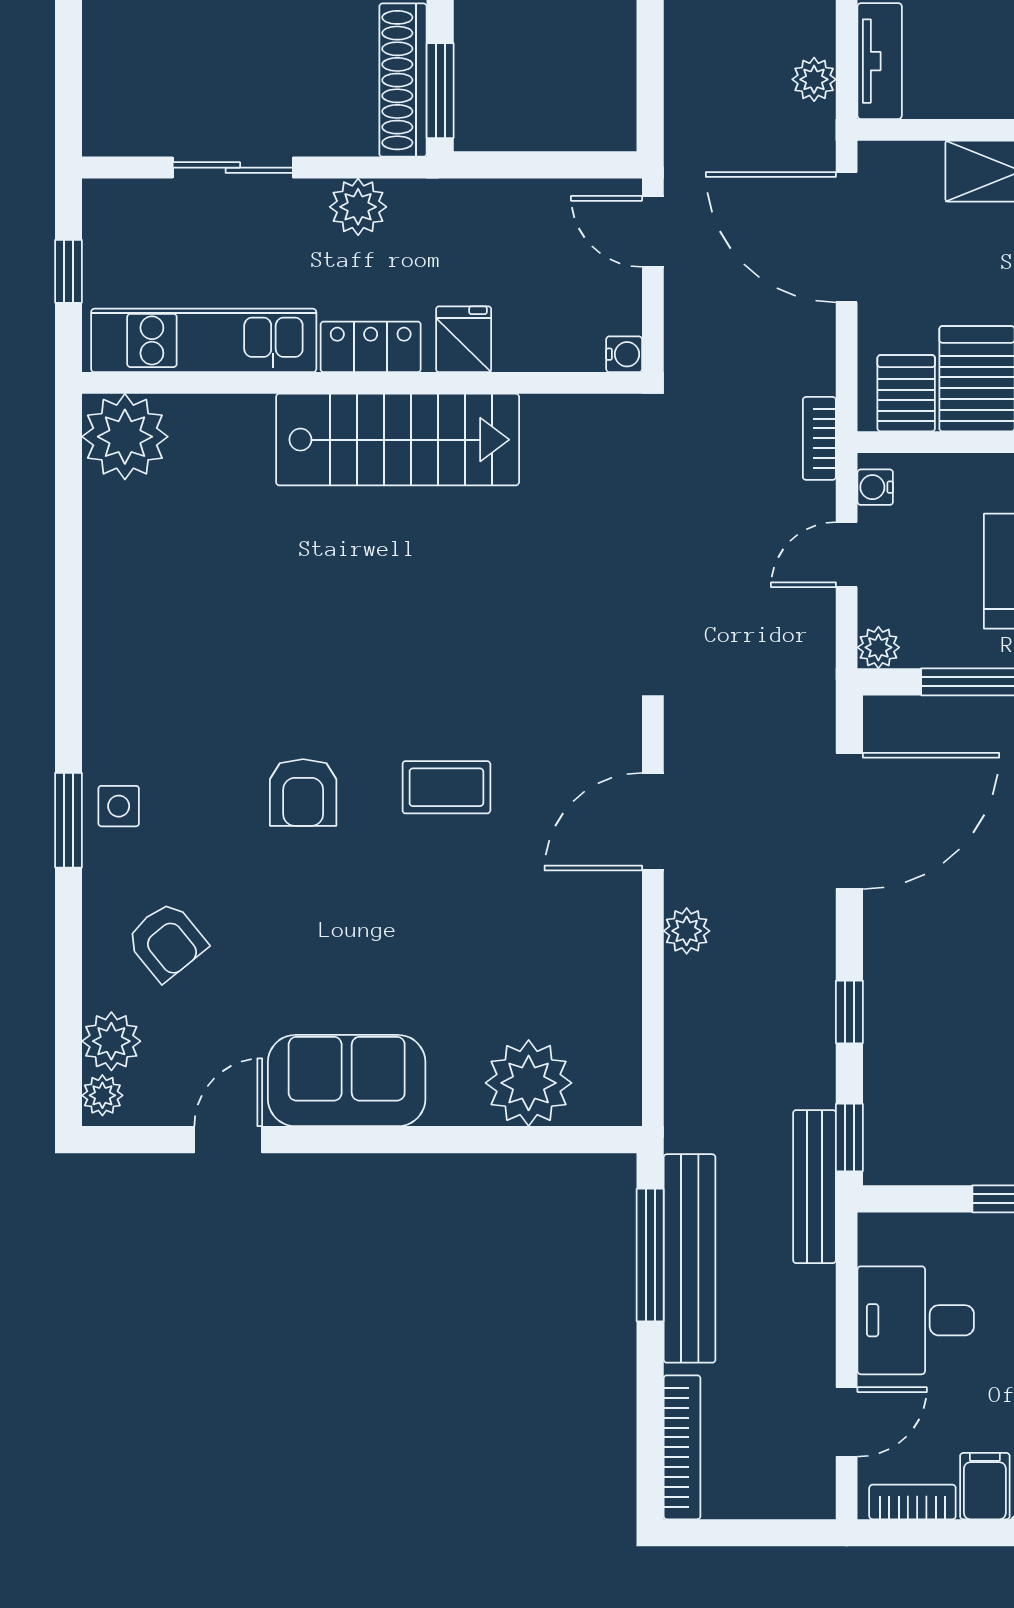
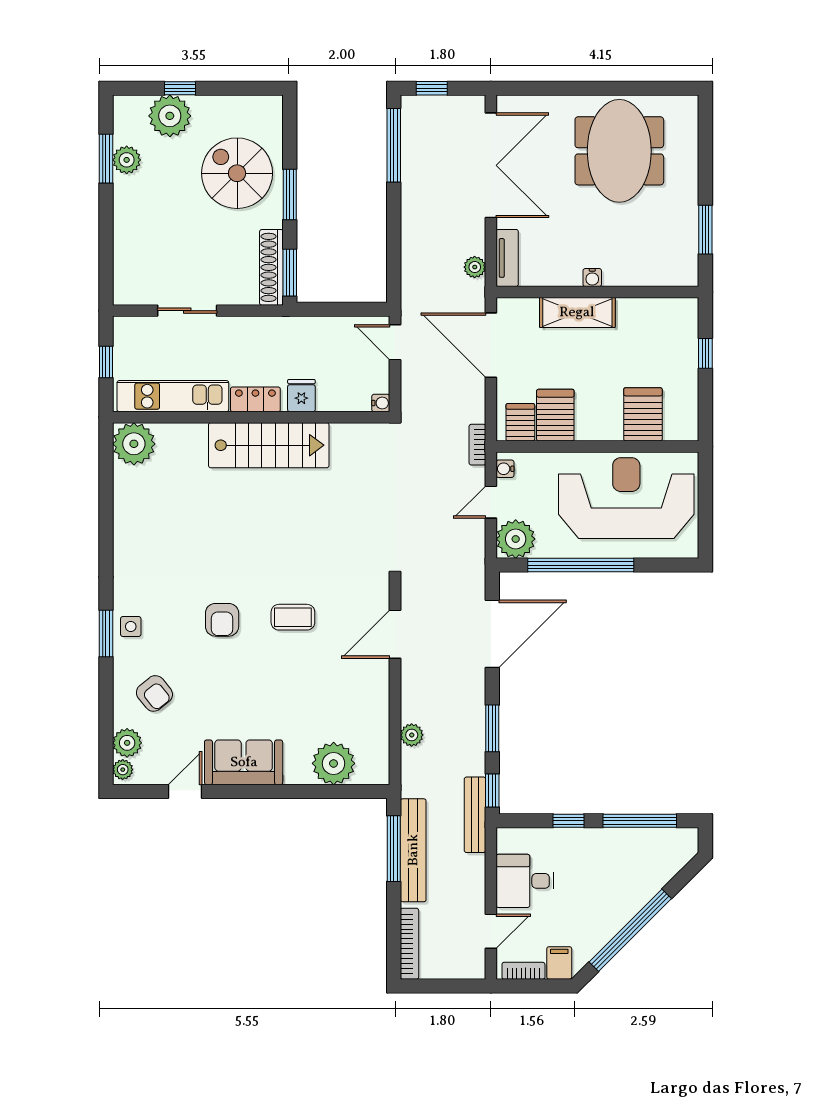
plant: (358, 207) -> (249, 330), removed
plant: (878, 647) -> (516, 539), width x1.87, depth x1.87
plant: (687, 931) -> (412, 735), moved
window: (849, 1012) -> (492, 728), width x1.50

